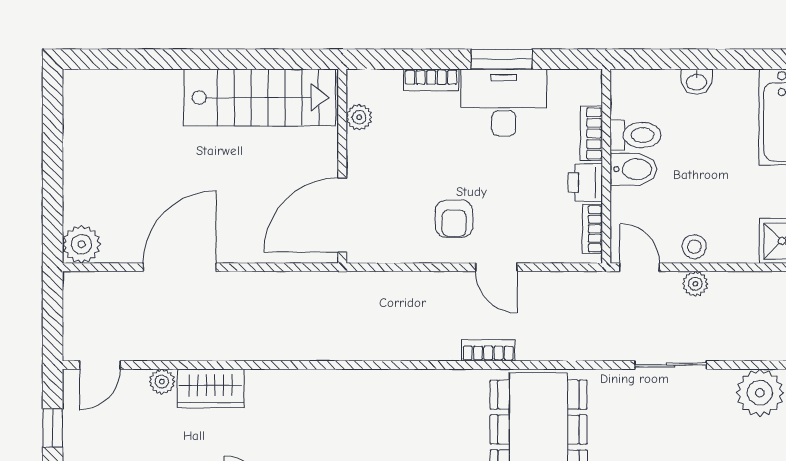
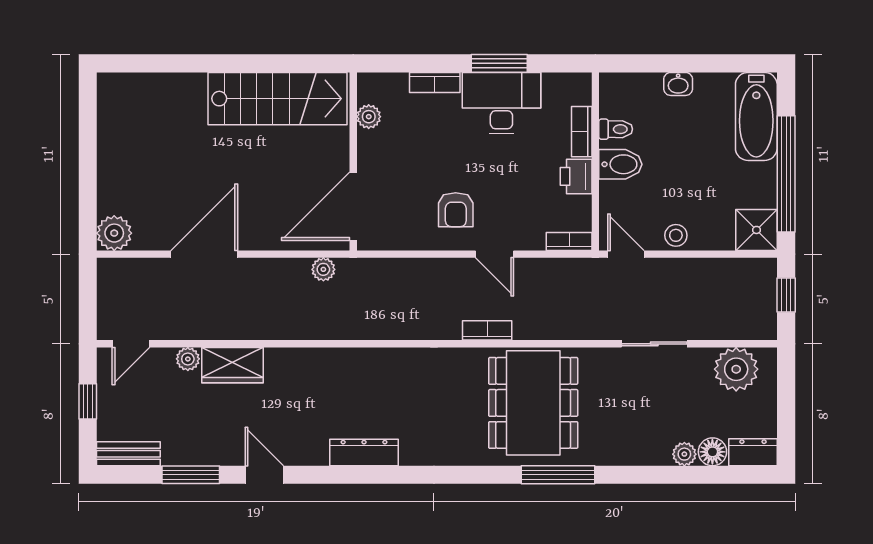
toilet: (635, 135) -> (616, 129), width x0.73, depth x0.72
bookcase: (592, 229) -> (569, 241), moved, turned 90
plant: (695, 284) -> (323, 269), moved

